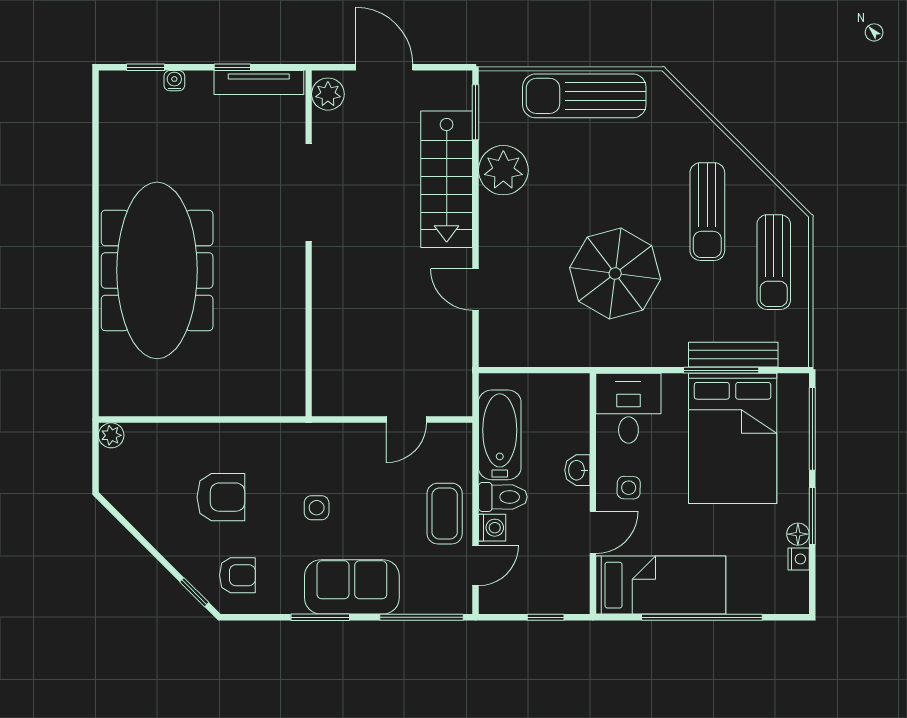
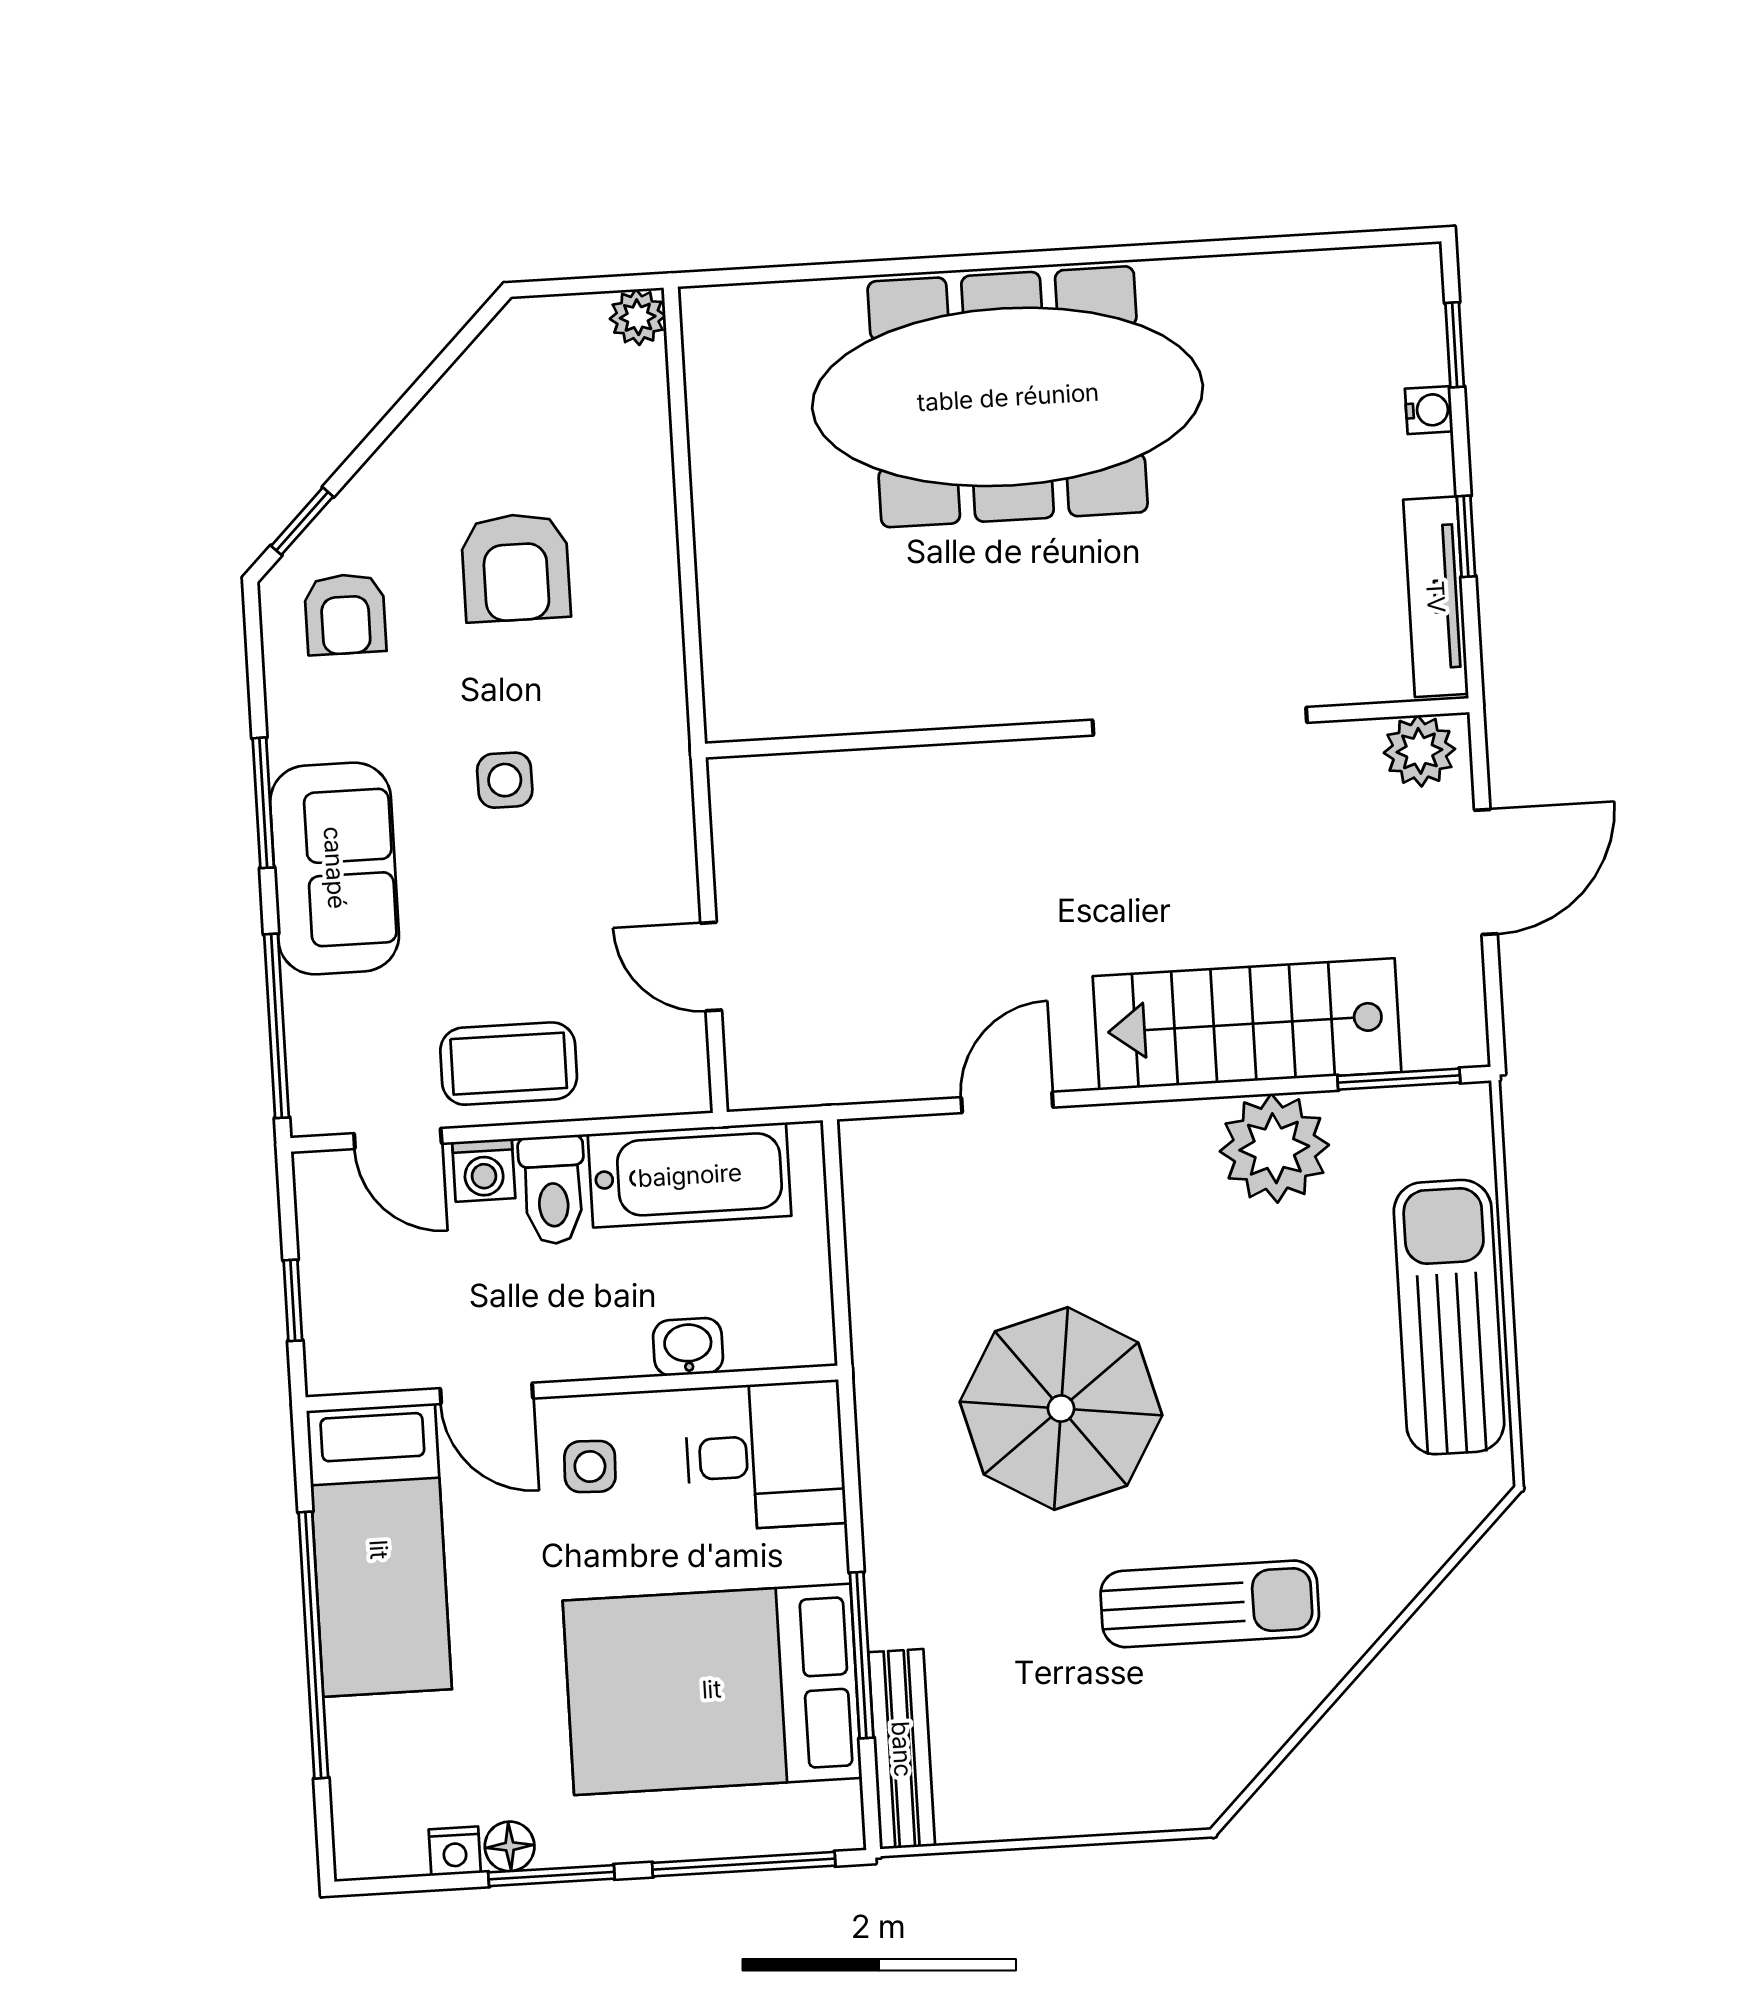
sun lounger: (707, 212) -> (1210, 1604), turned 180
sun lounger: (774, 262) -> (1107, 1757), removed
bench: (733, 355) -> (902, 1749), moved
washbasin: (577, 470) -> (688, 1347), moved

